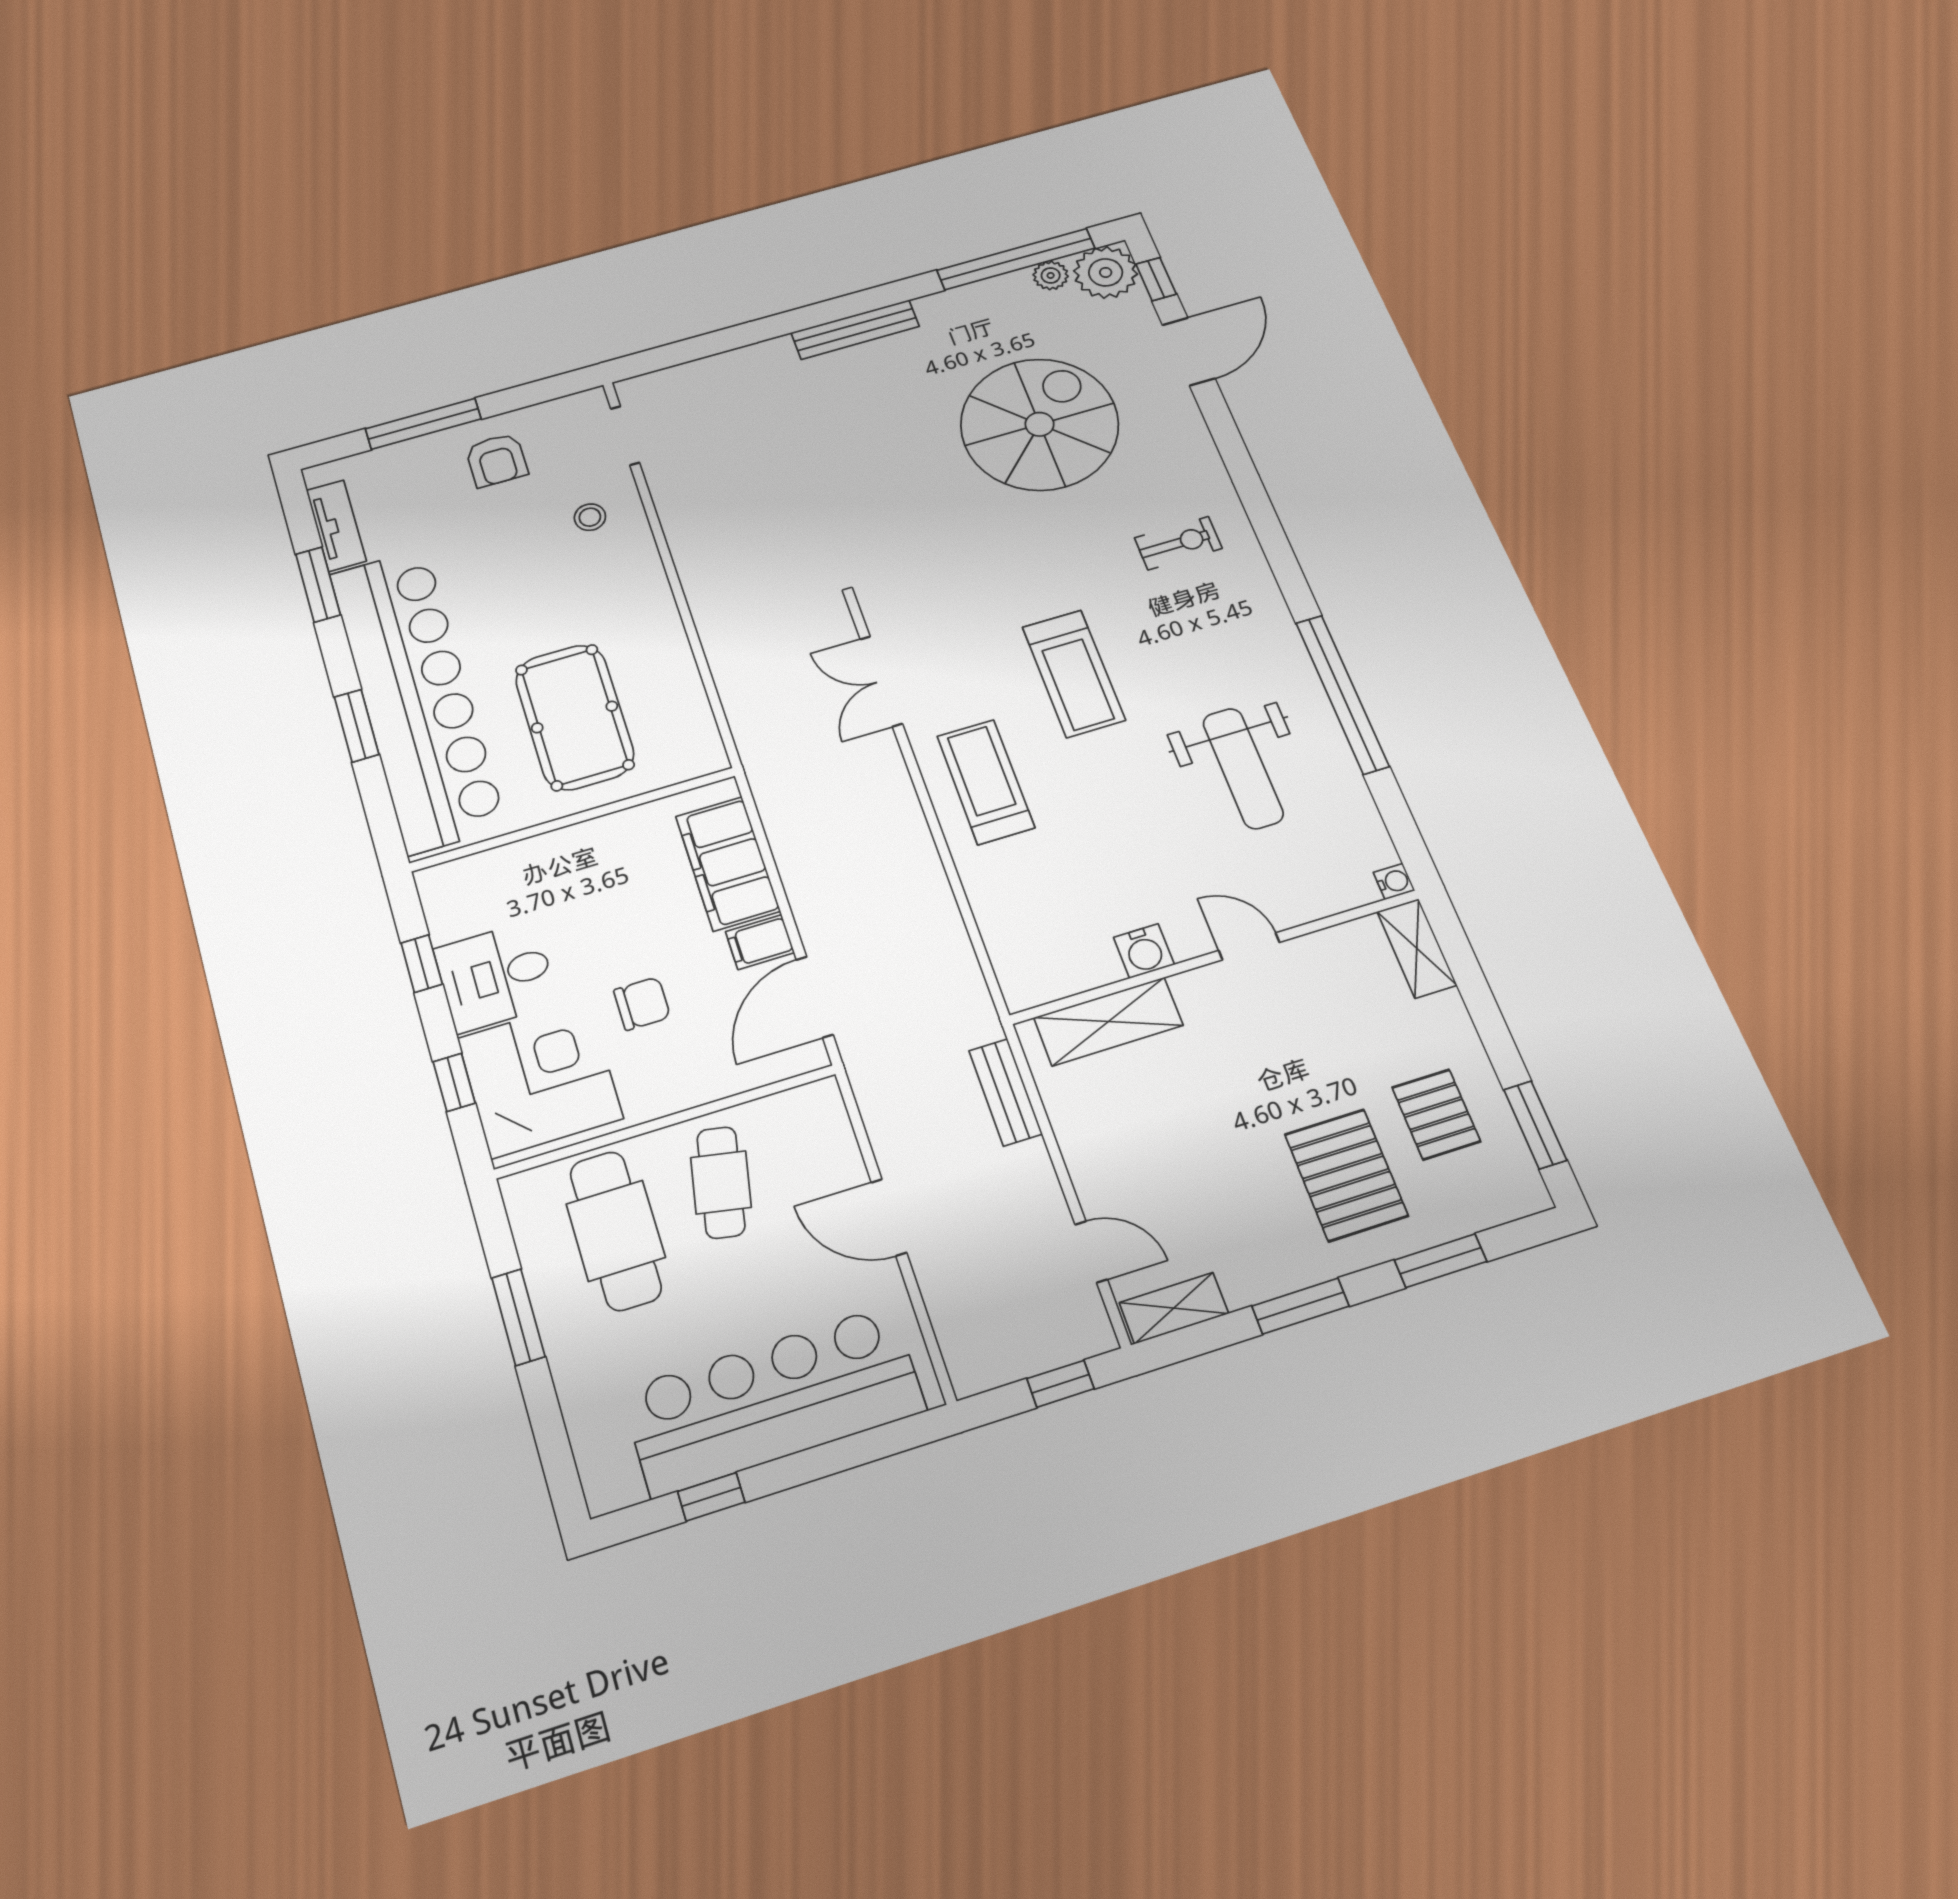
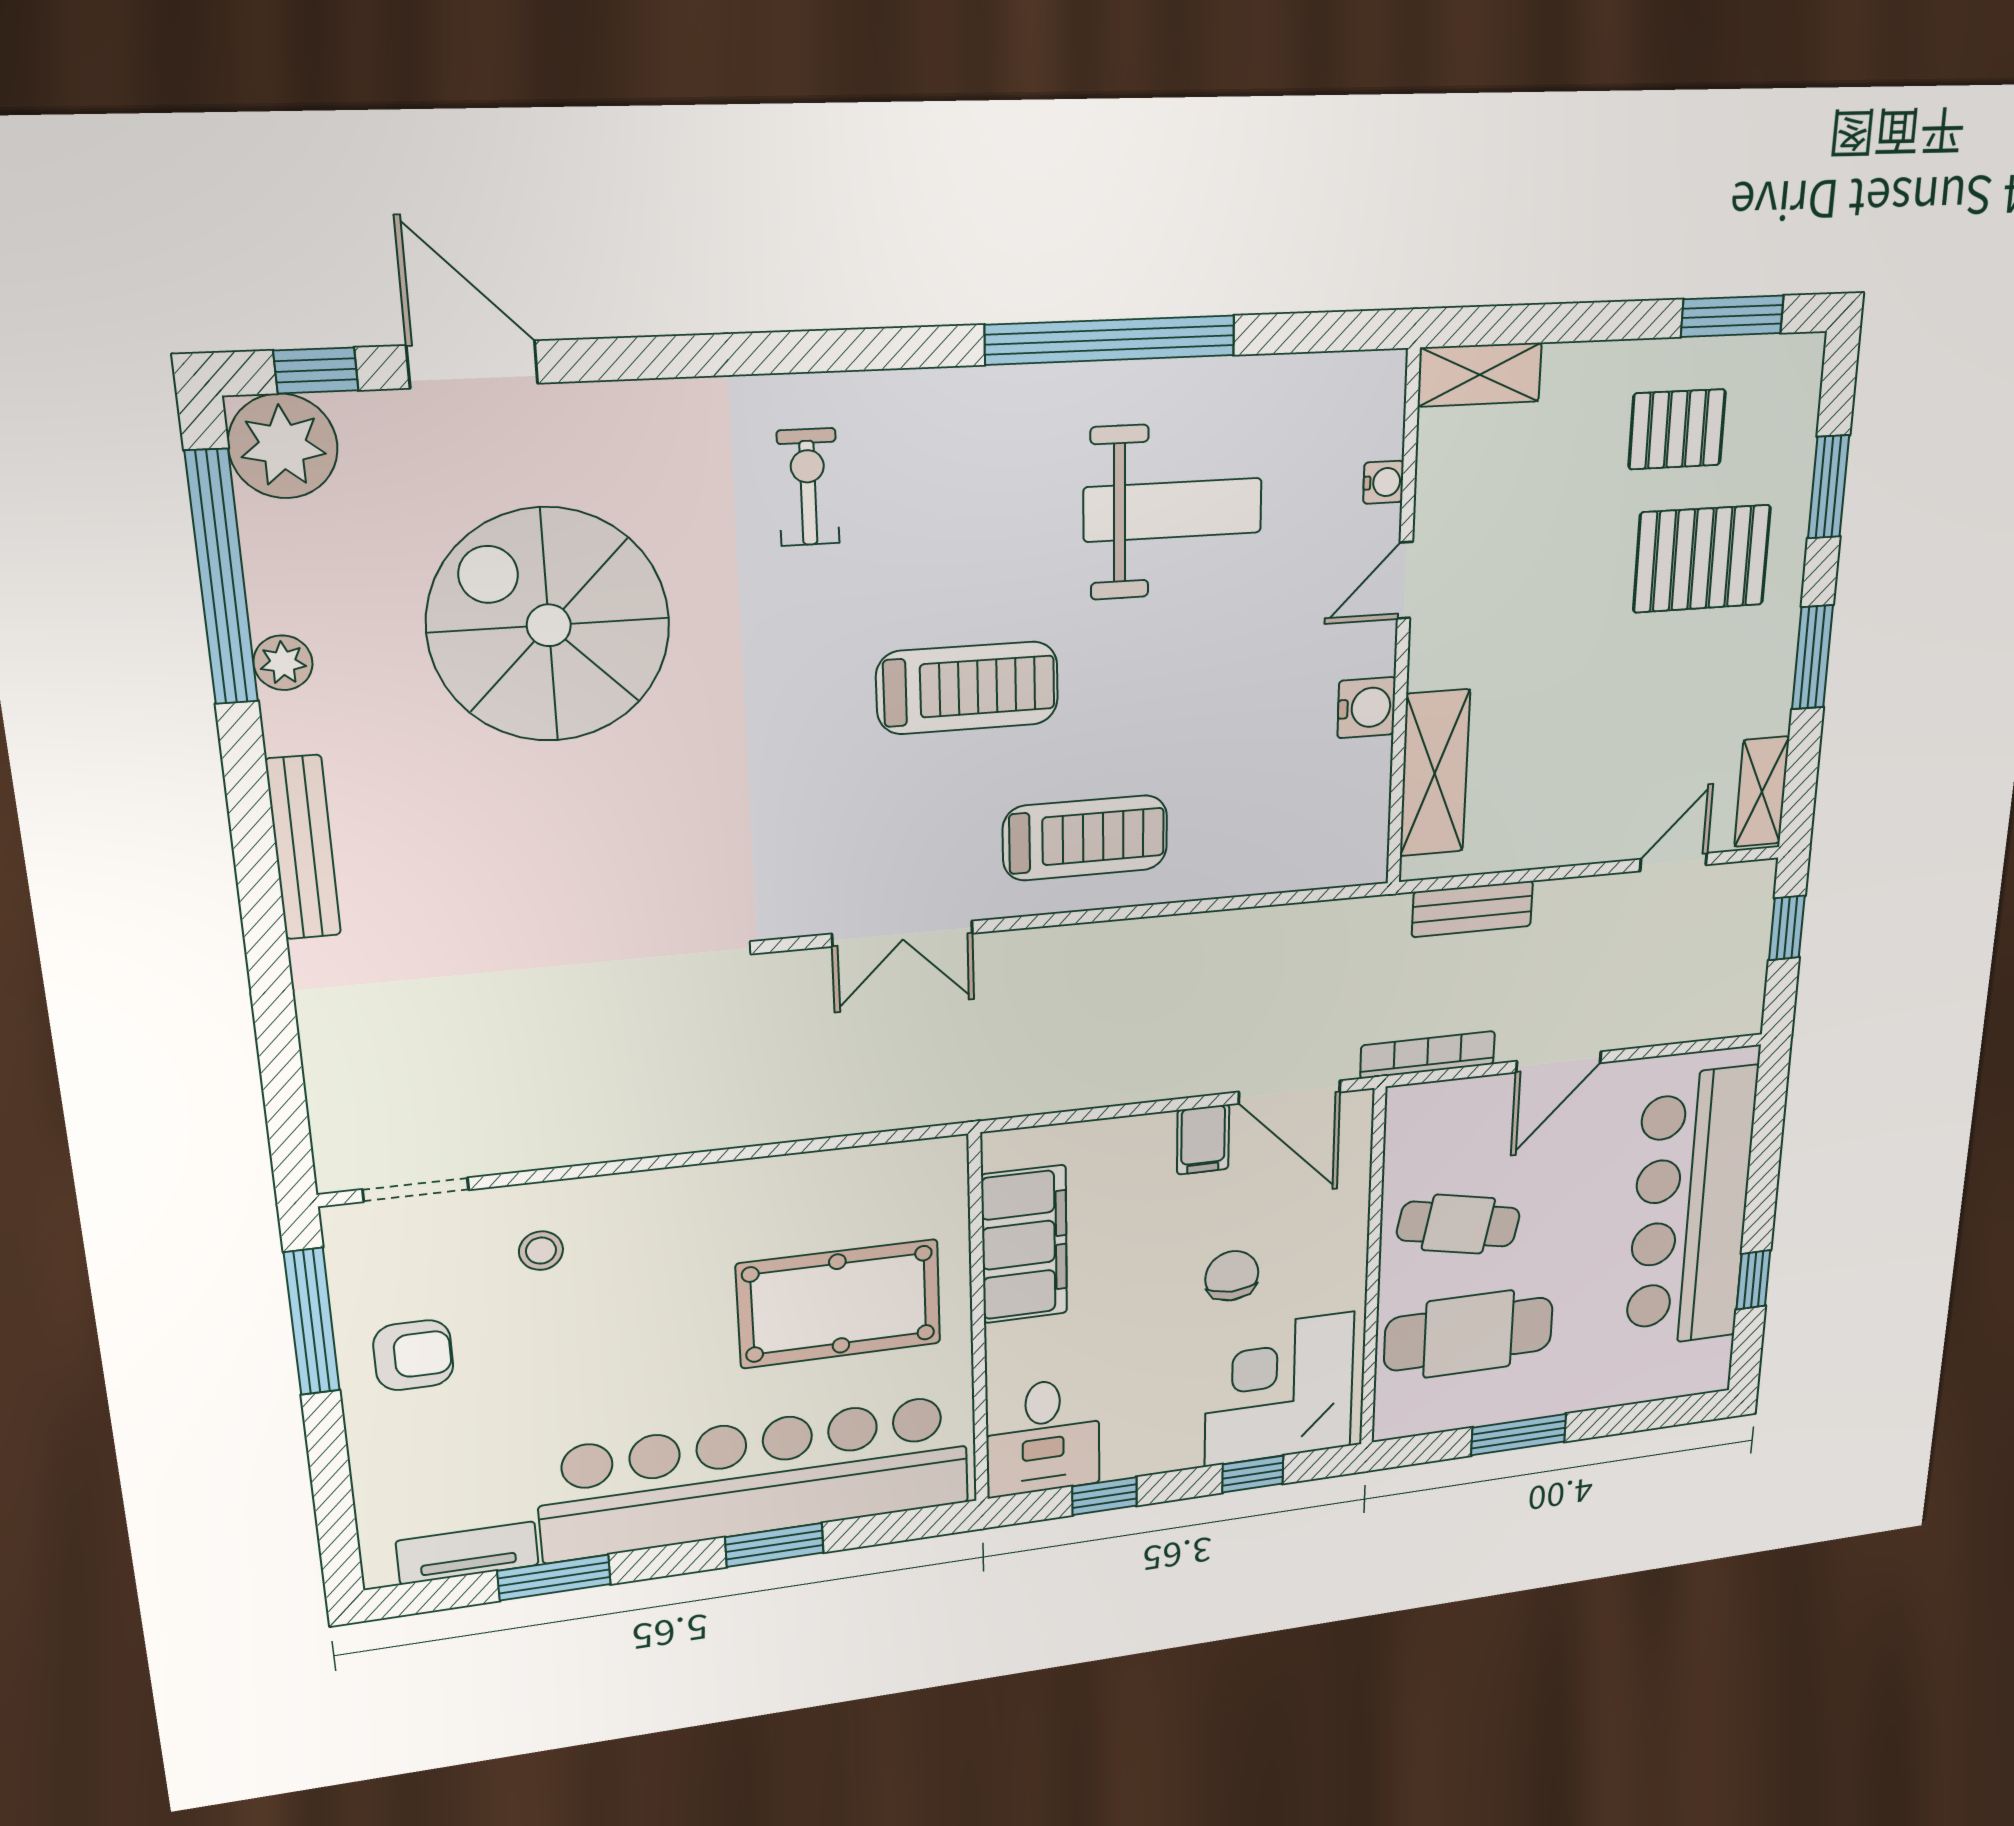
plant: (1051, 275) -> (283, 663), moved
window: (423, 424) -> (312, 1322), moved
treadmill: (986, 782) -> (1085, 838), turned 180
filing cabinet: (728, 864) -> (1024, 1244), moved, turned -90
water cooler: (1394, 882) -> (1383, 482), moved, turned 90
desk: (496, 976) -> (1043, 1437), moved
bookcase: (871, 1100) -> (1428, 1055), added

